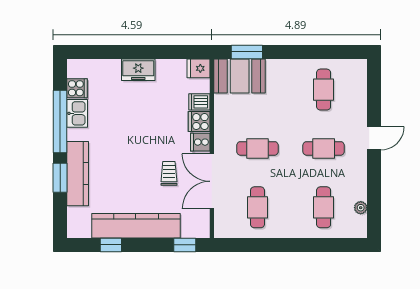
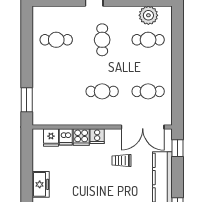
fridge: (198, 68) -> (51, 137), moved
booth: (240, 76) -> (46, 105), removed
cafe table: (257, 148) -> (102, 91), turned 90
double door: (212, 181) -> (143, 127), moved
plant: (361, 208) -> (148, 15), width x1.88, depth x1.88

